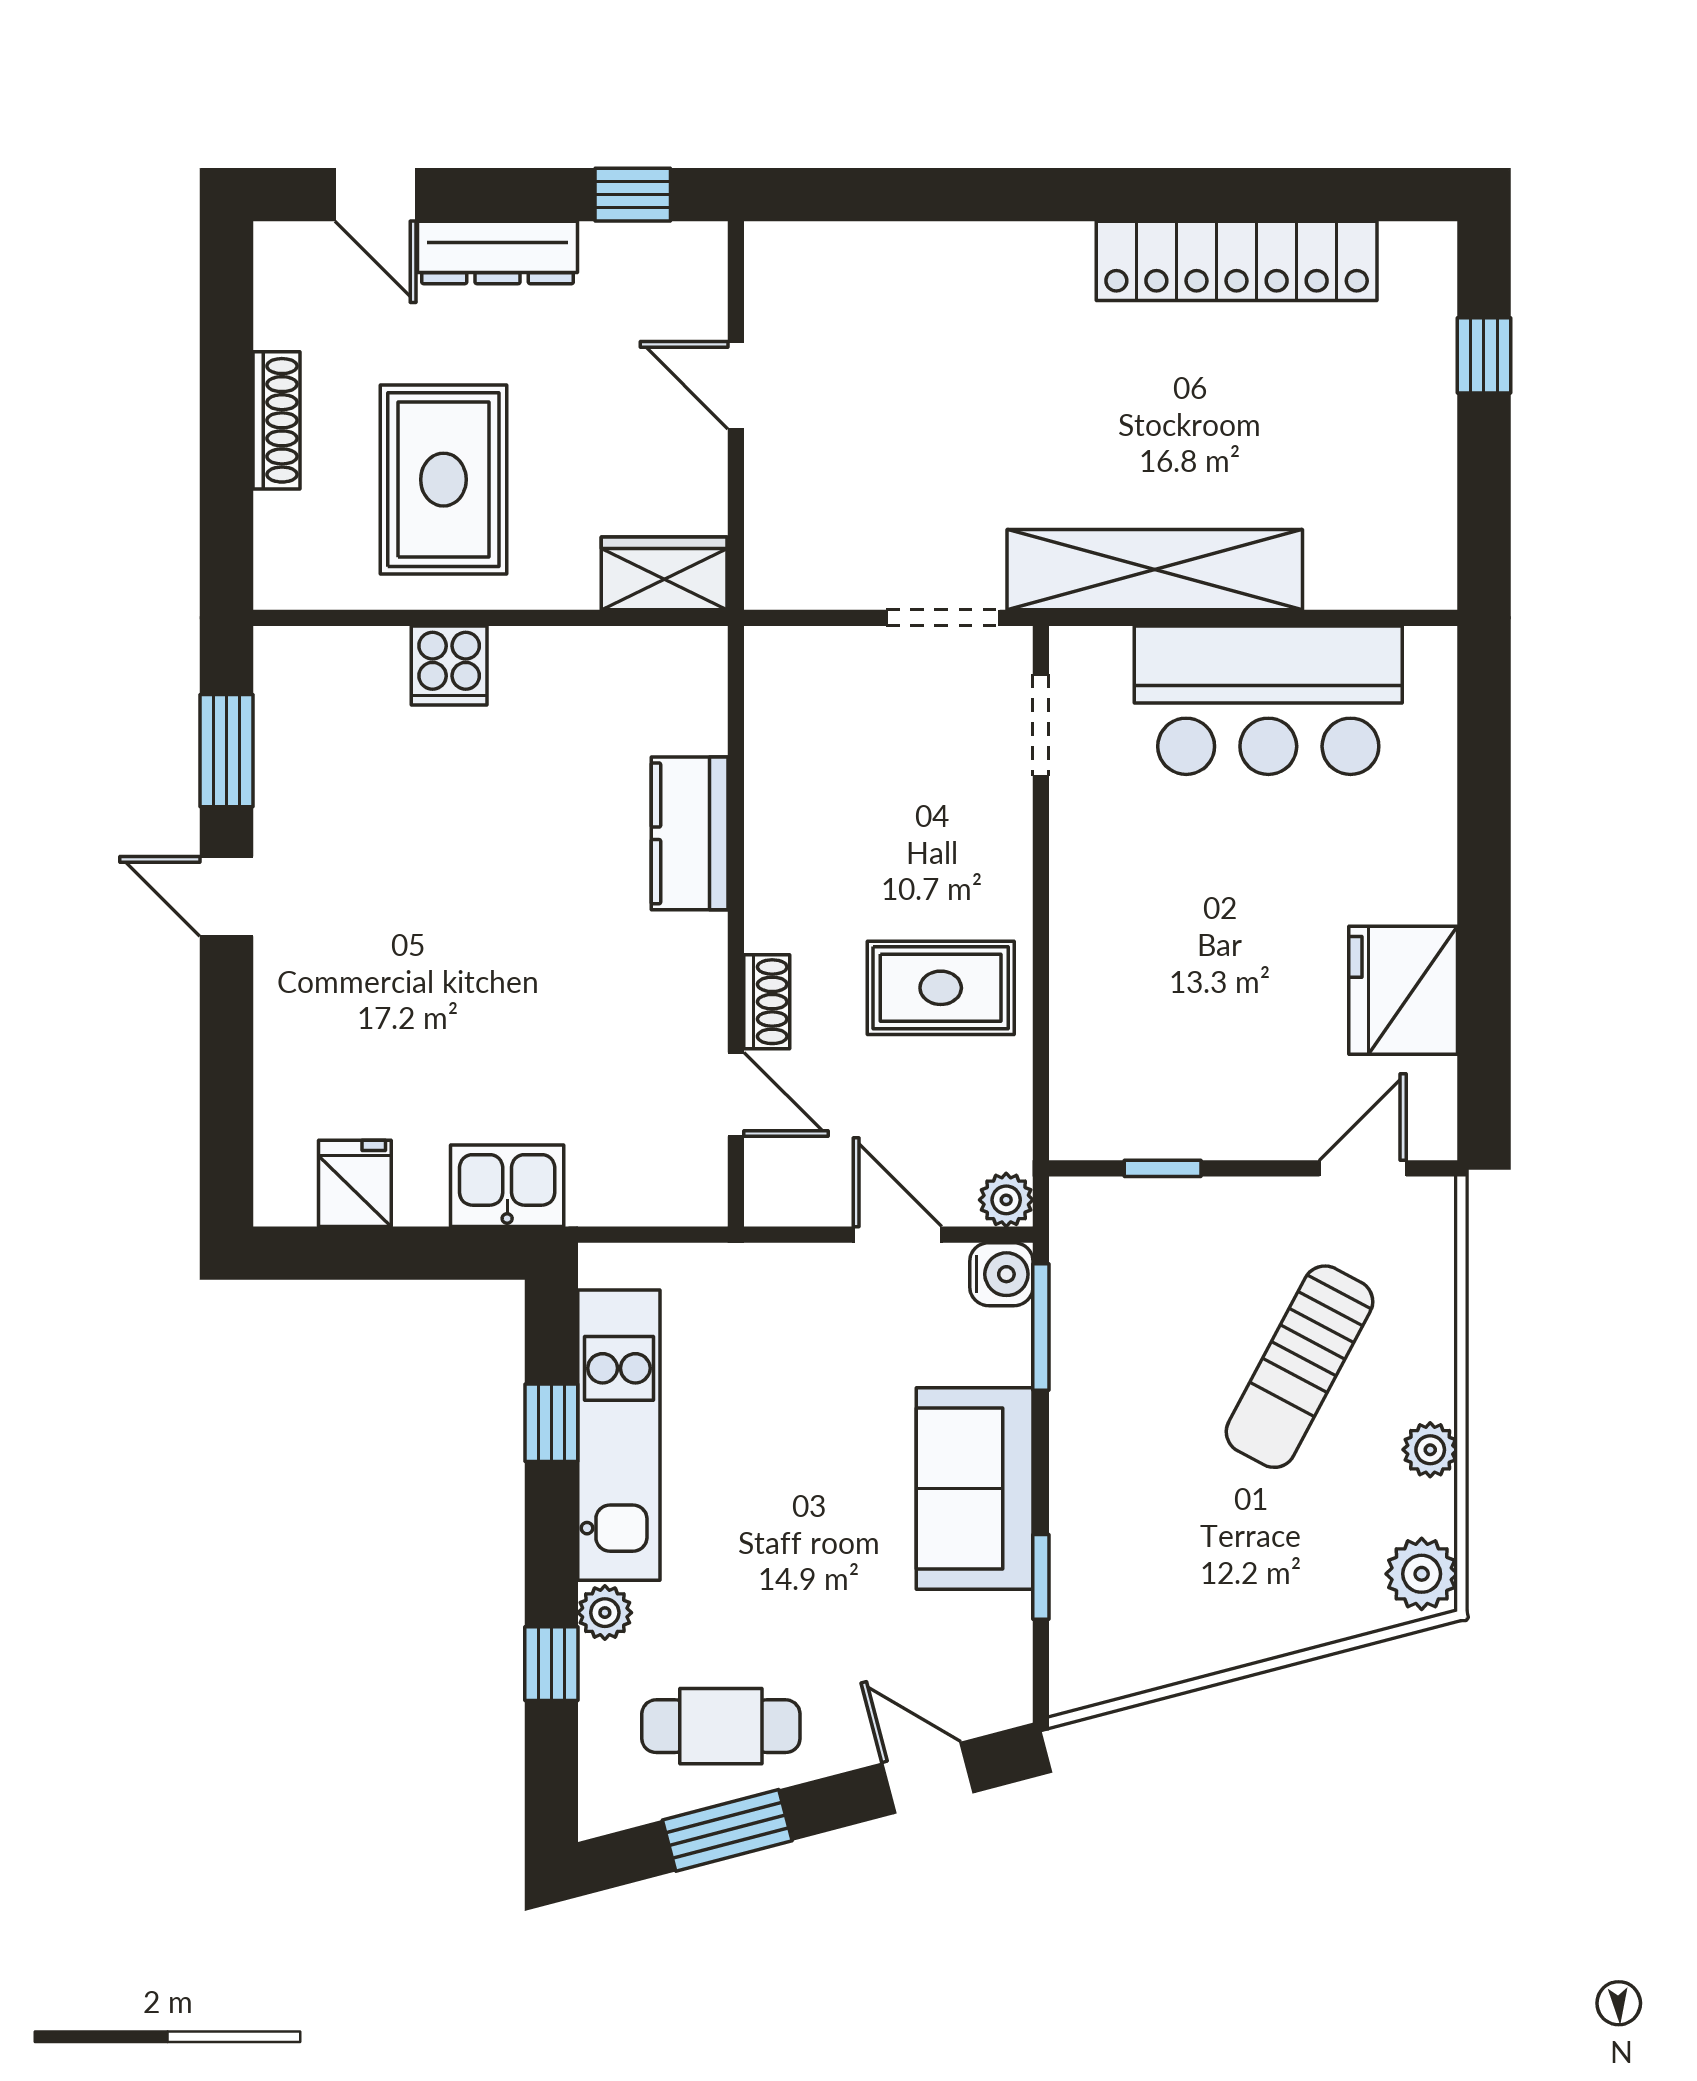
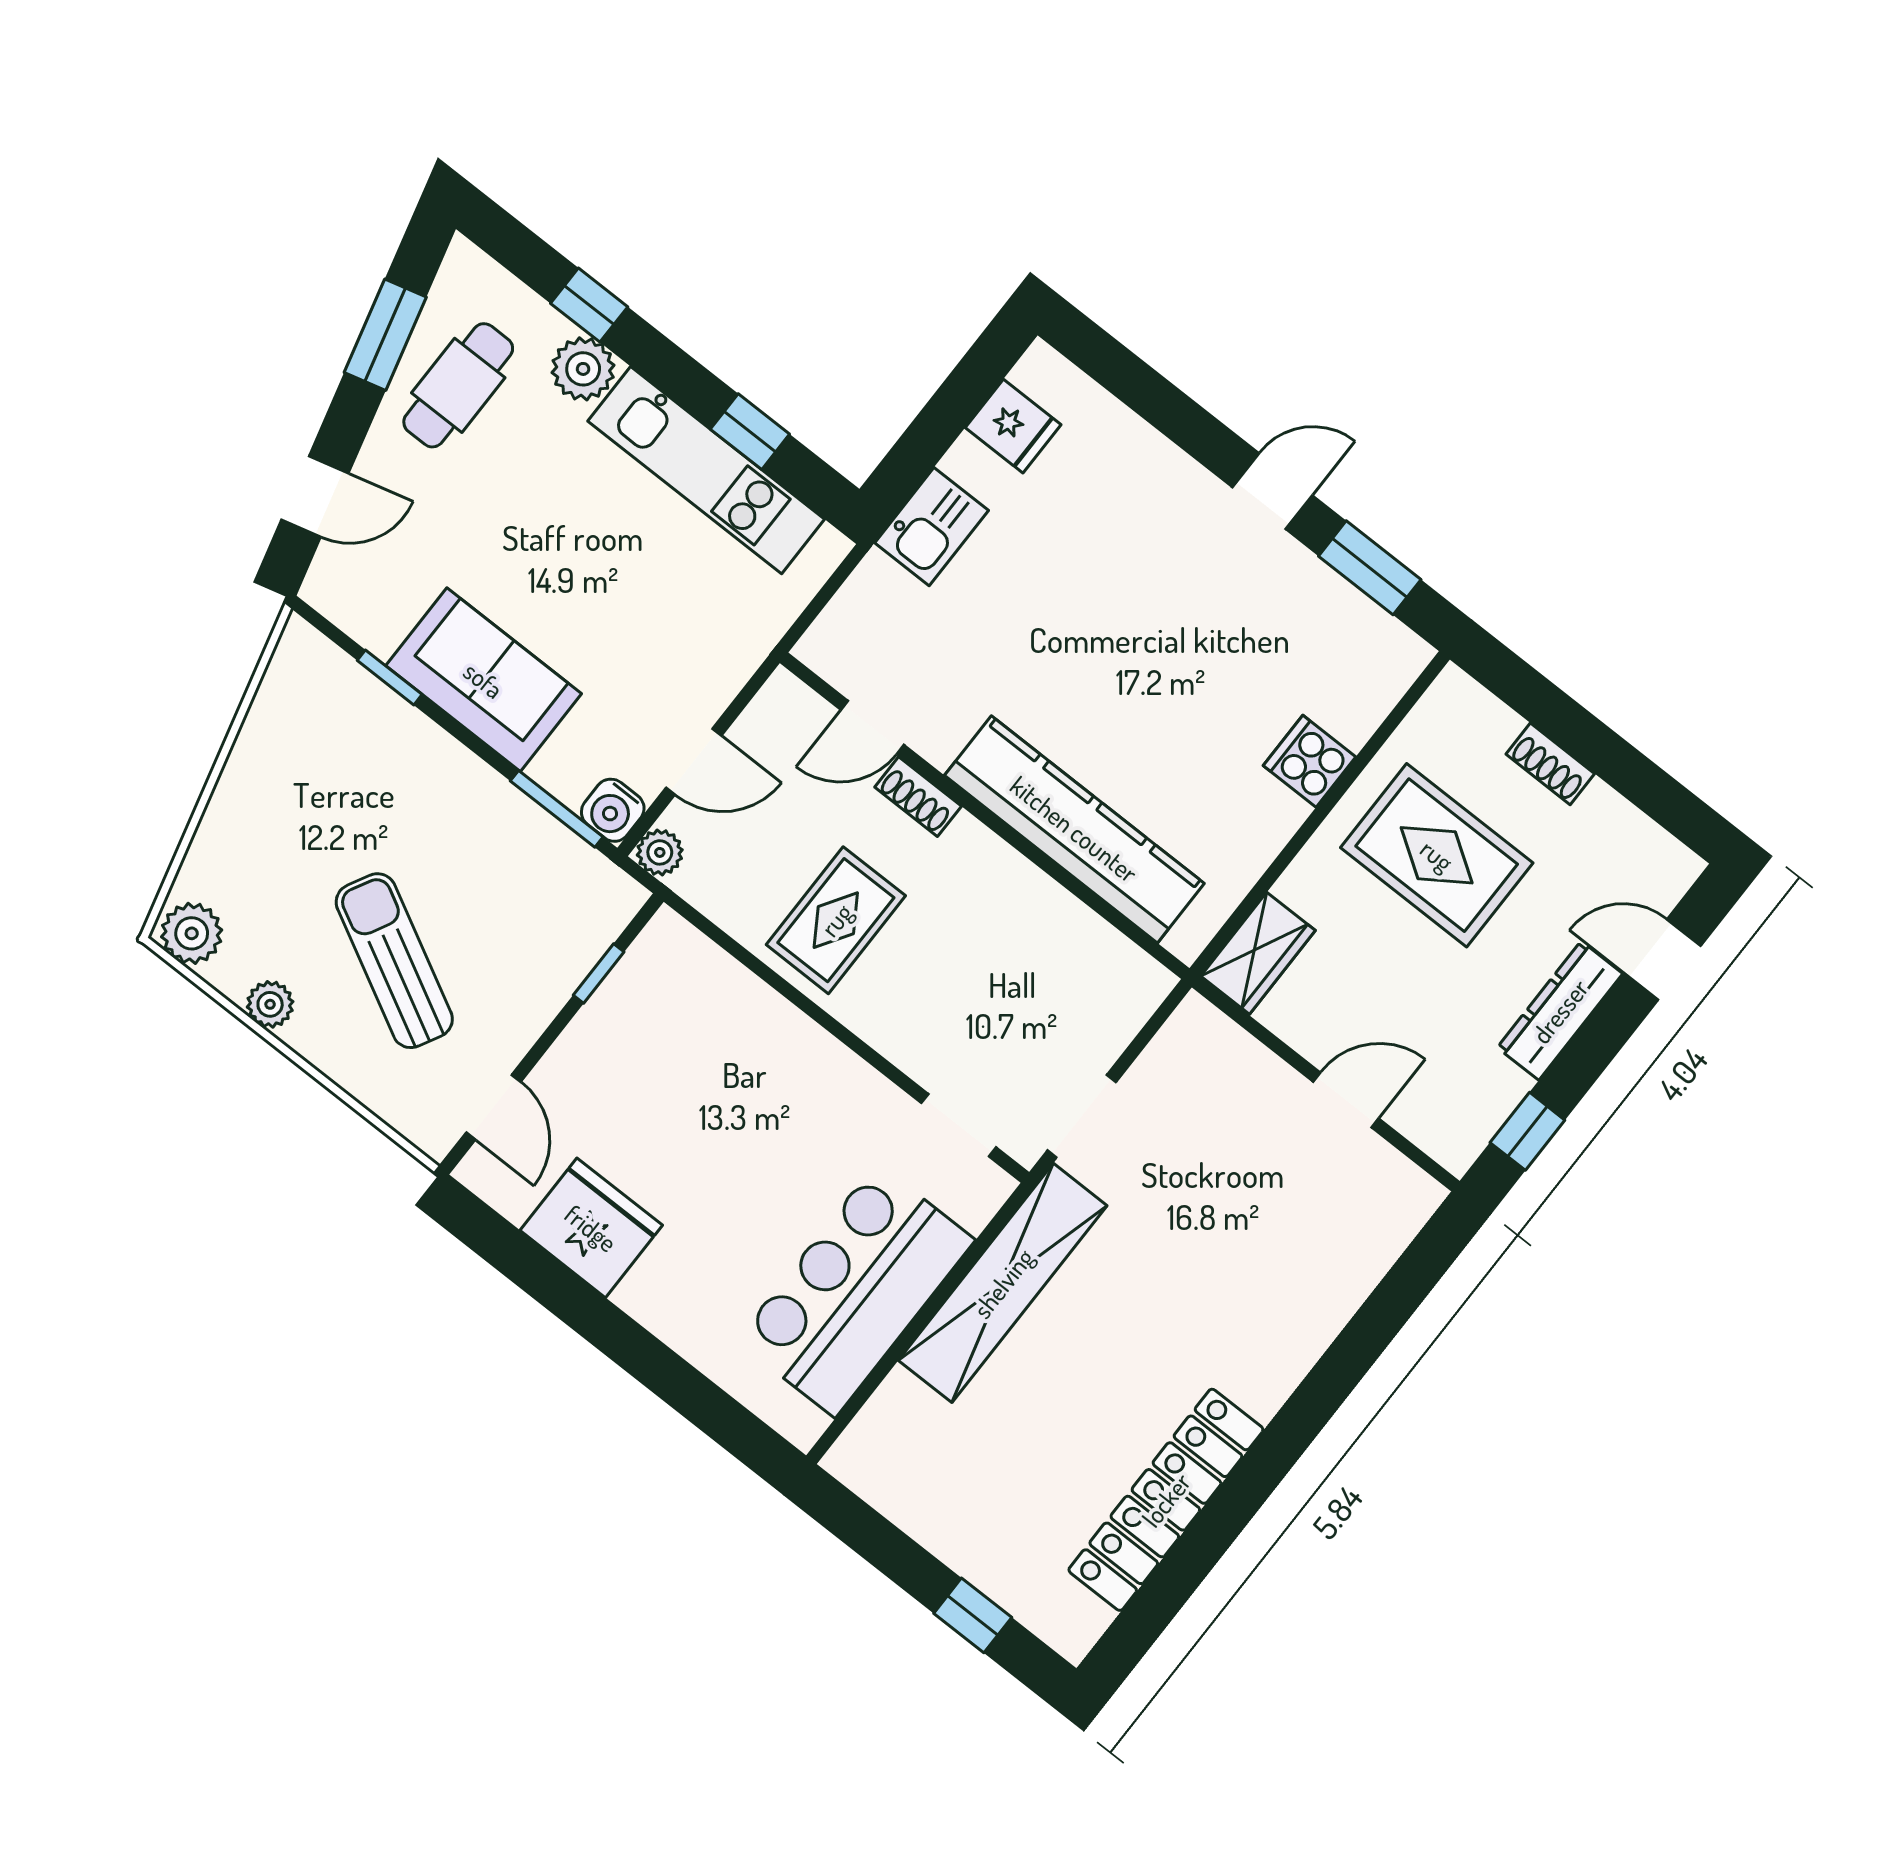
shoe rack: (276, 420) -> (1550, 764), width x0.70
kitchen counter: (690, 833) -> (1074, 829), width x2.08, depth x1.17
plant: (605, 1613) -> (583, 369), width x1.38, depth x1.38

